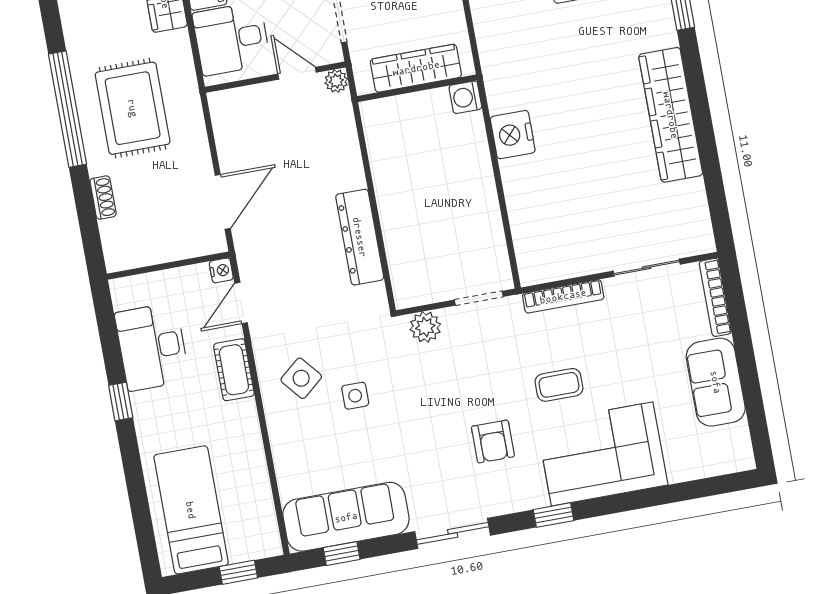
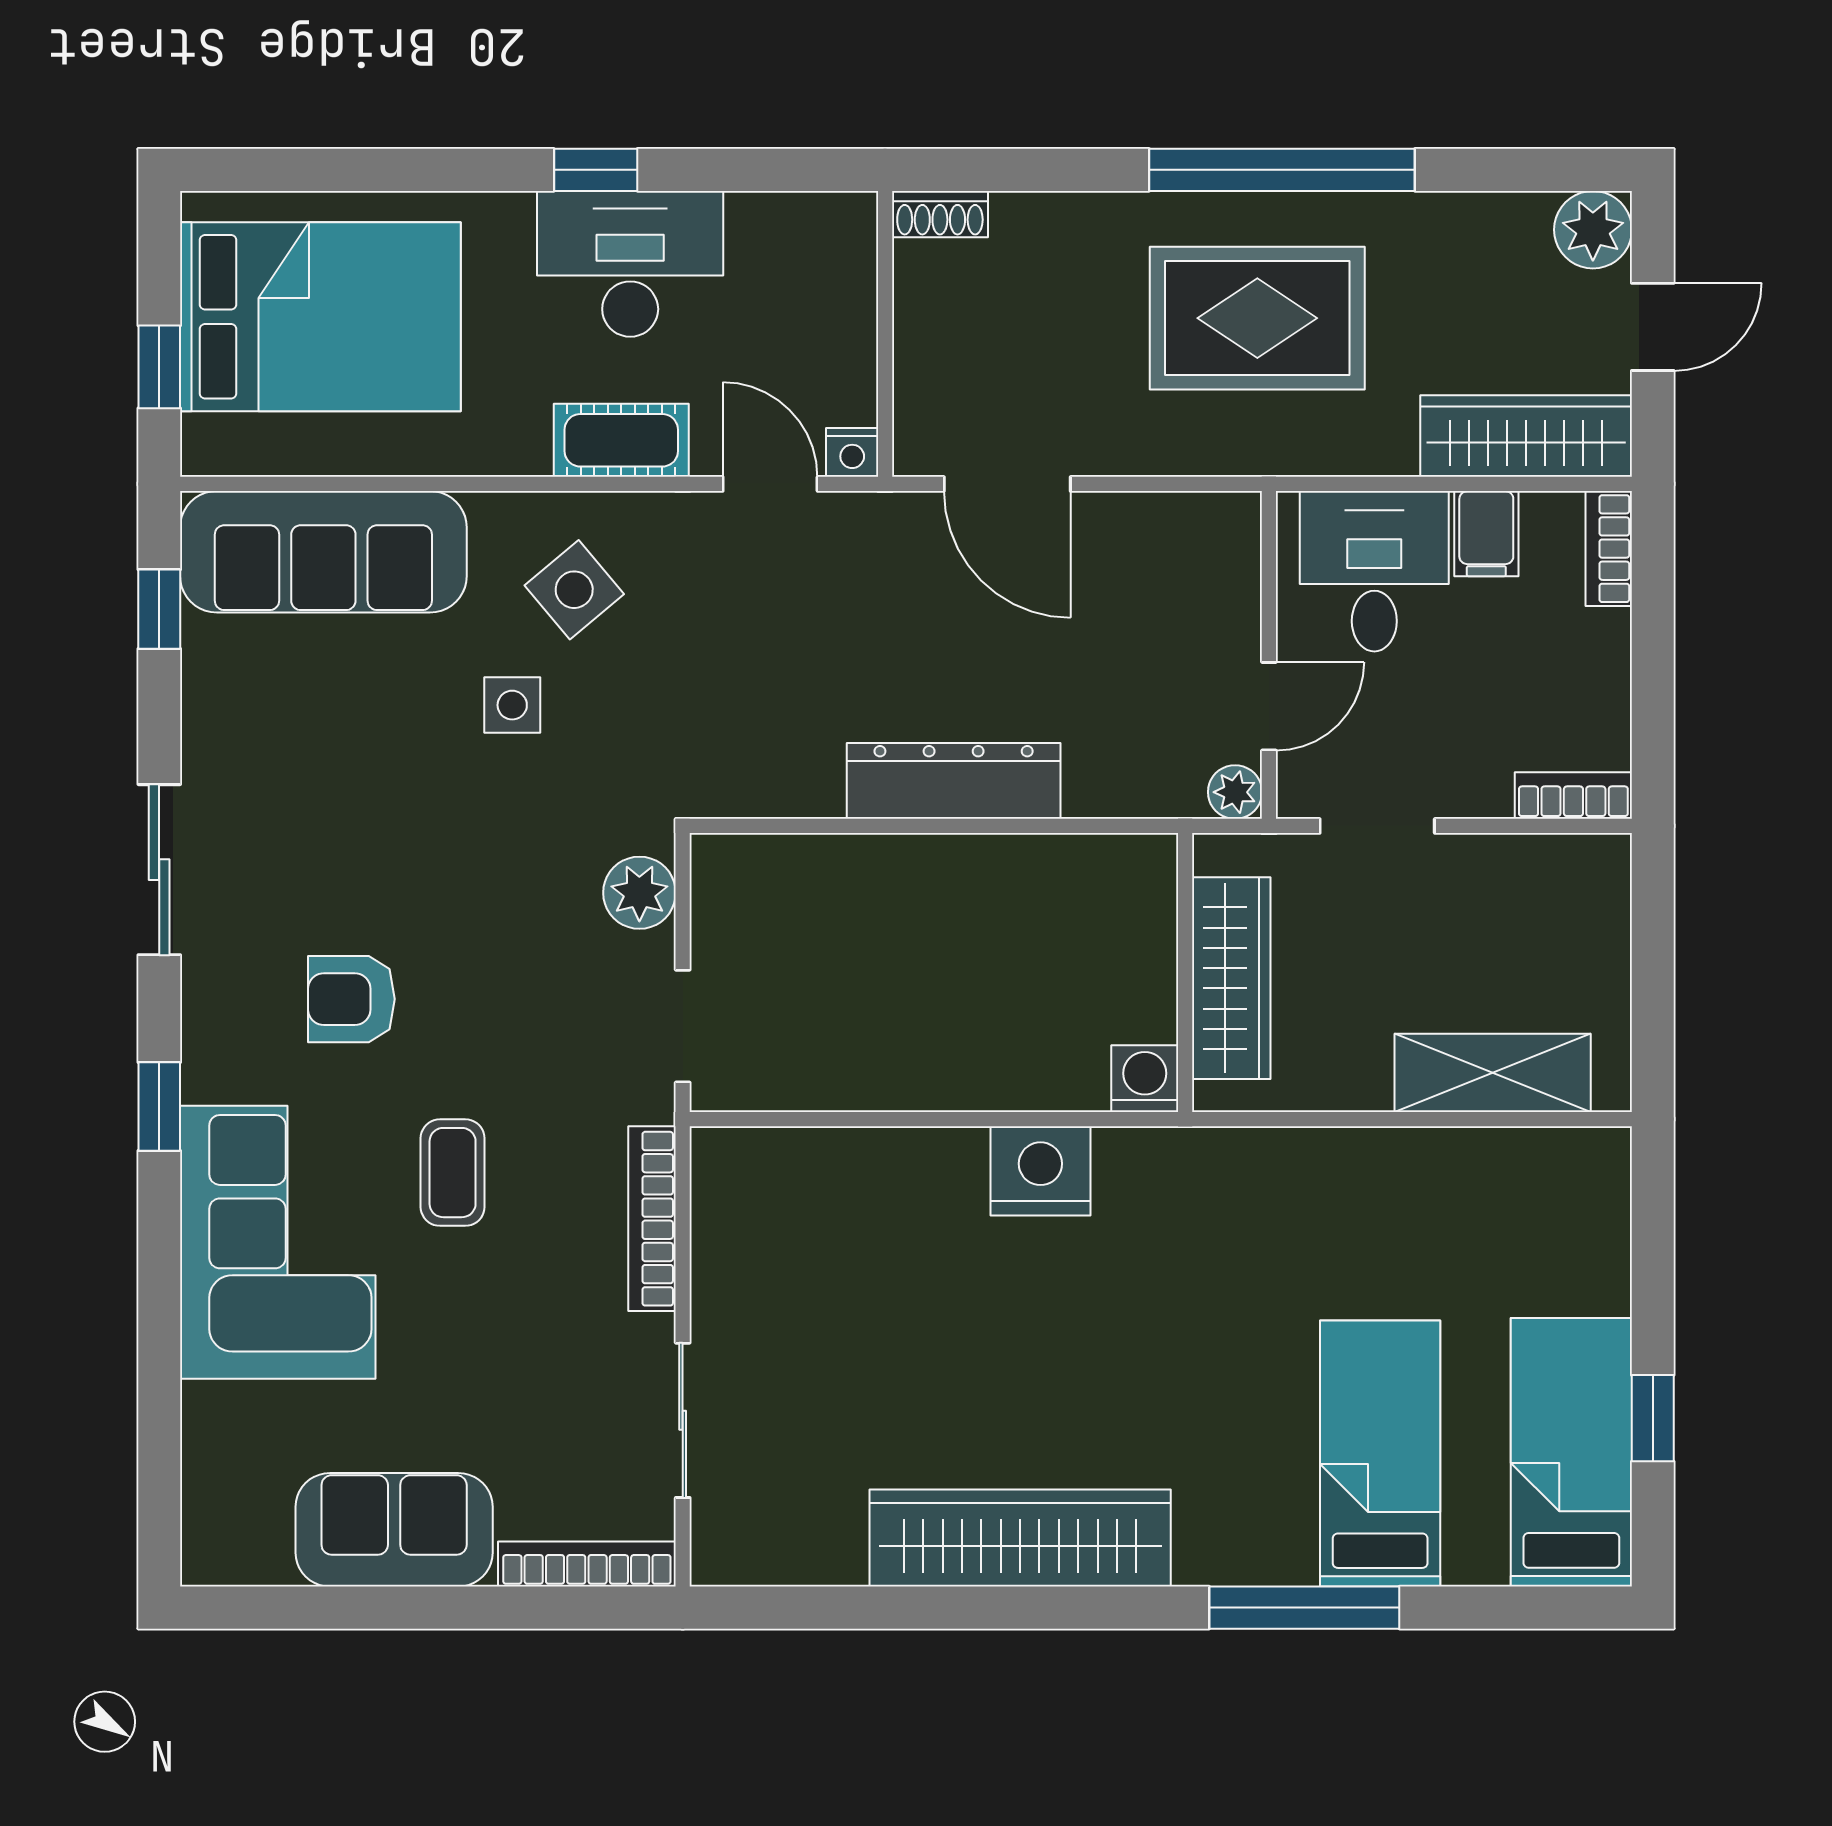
shoe rack: (103, 198) -> (940, 214), moved
dresser: (360, 237) -> (954, 781), moved
desk: (152, 347) -> (630, 264), moved
bed: (191, 510) -> (320, 317), width x1.50
sofa: (346, 517) -> (323, 552), moved, turned 90

